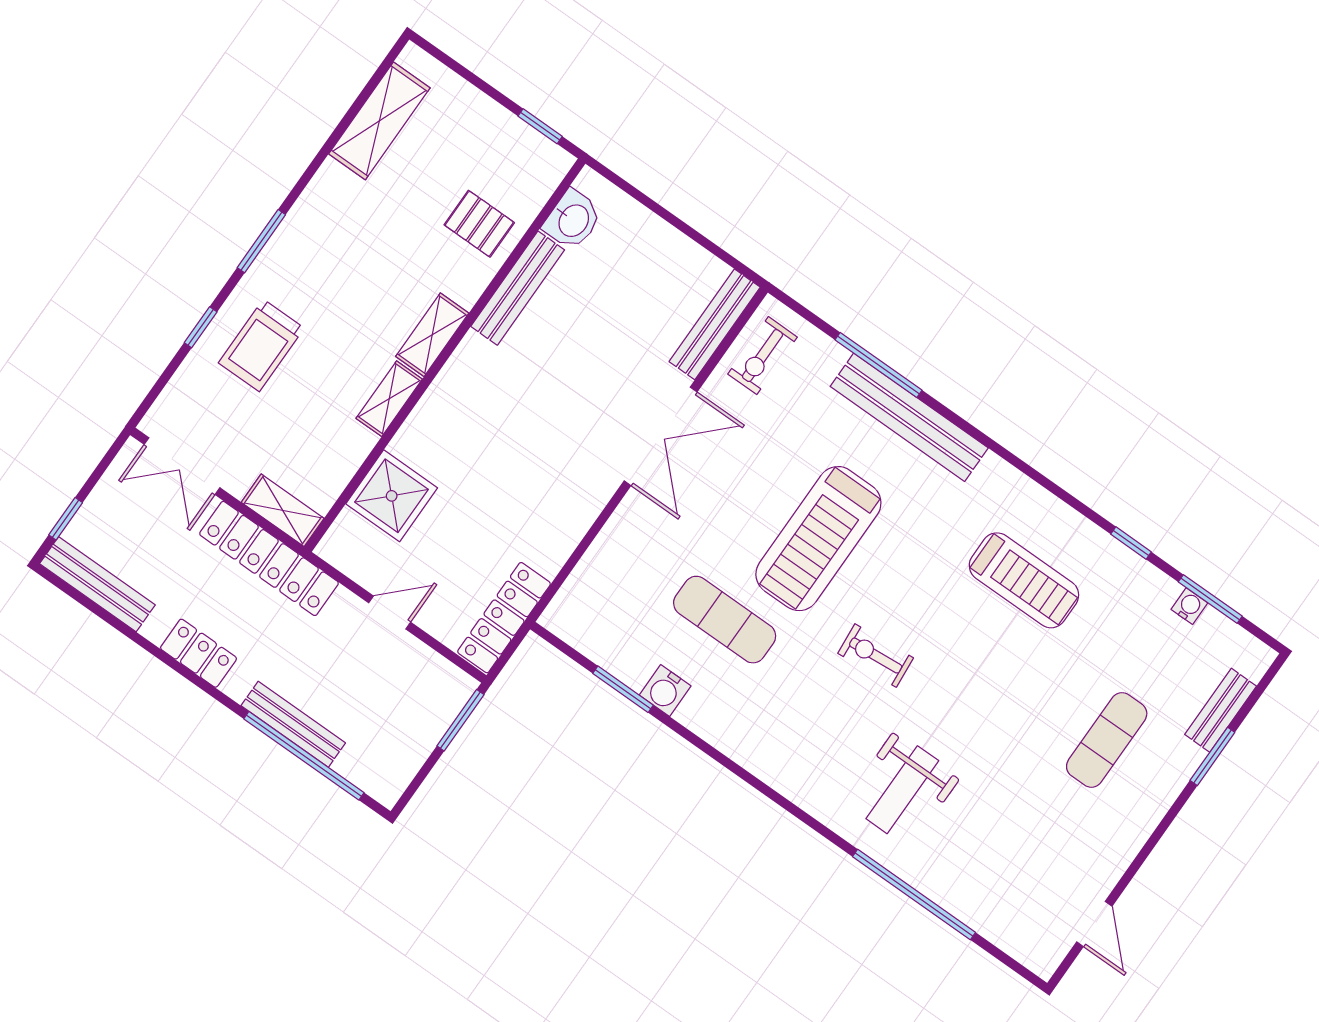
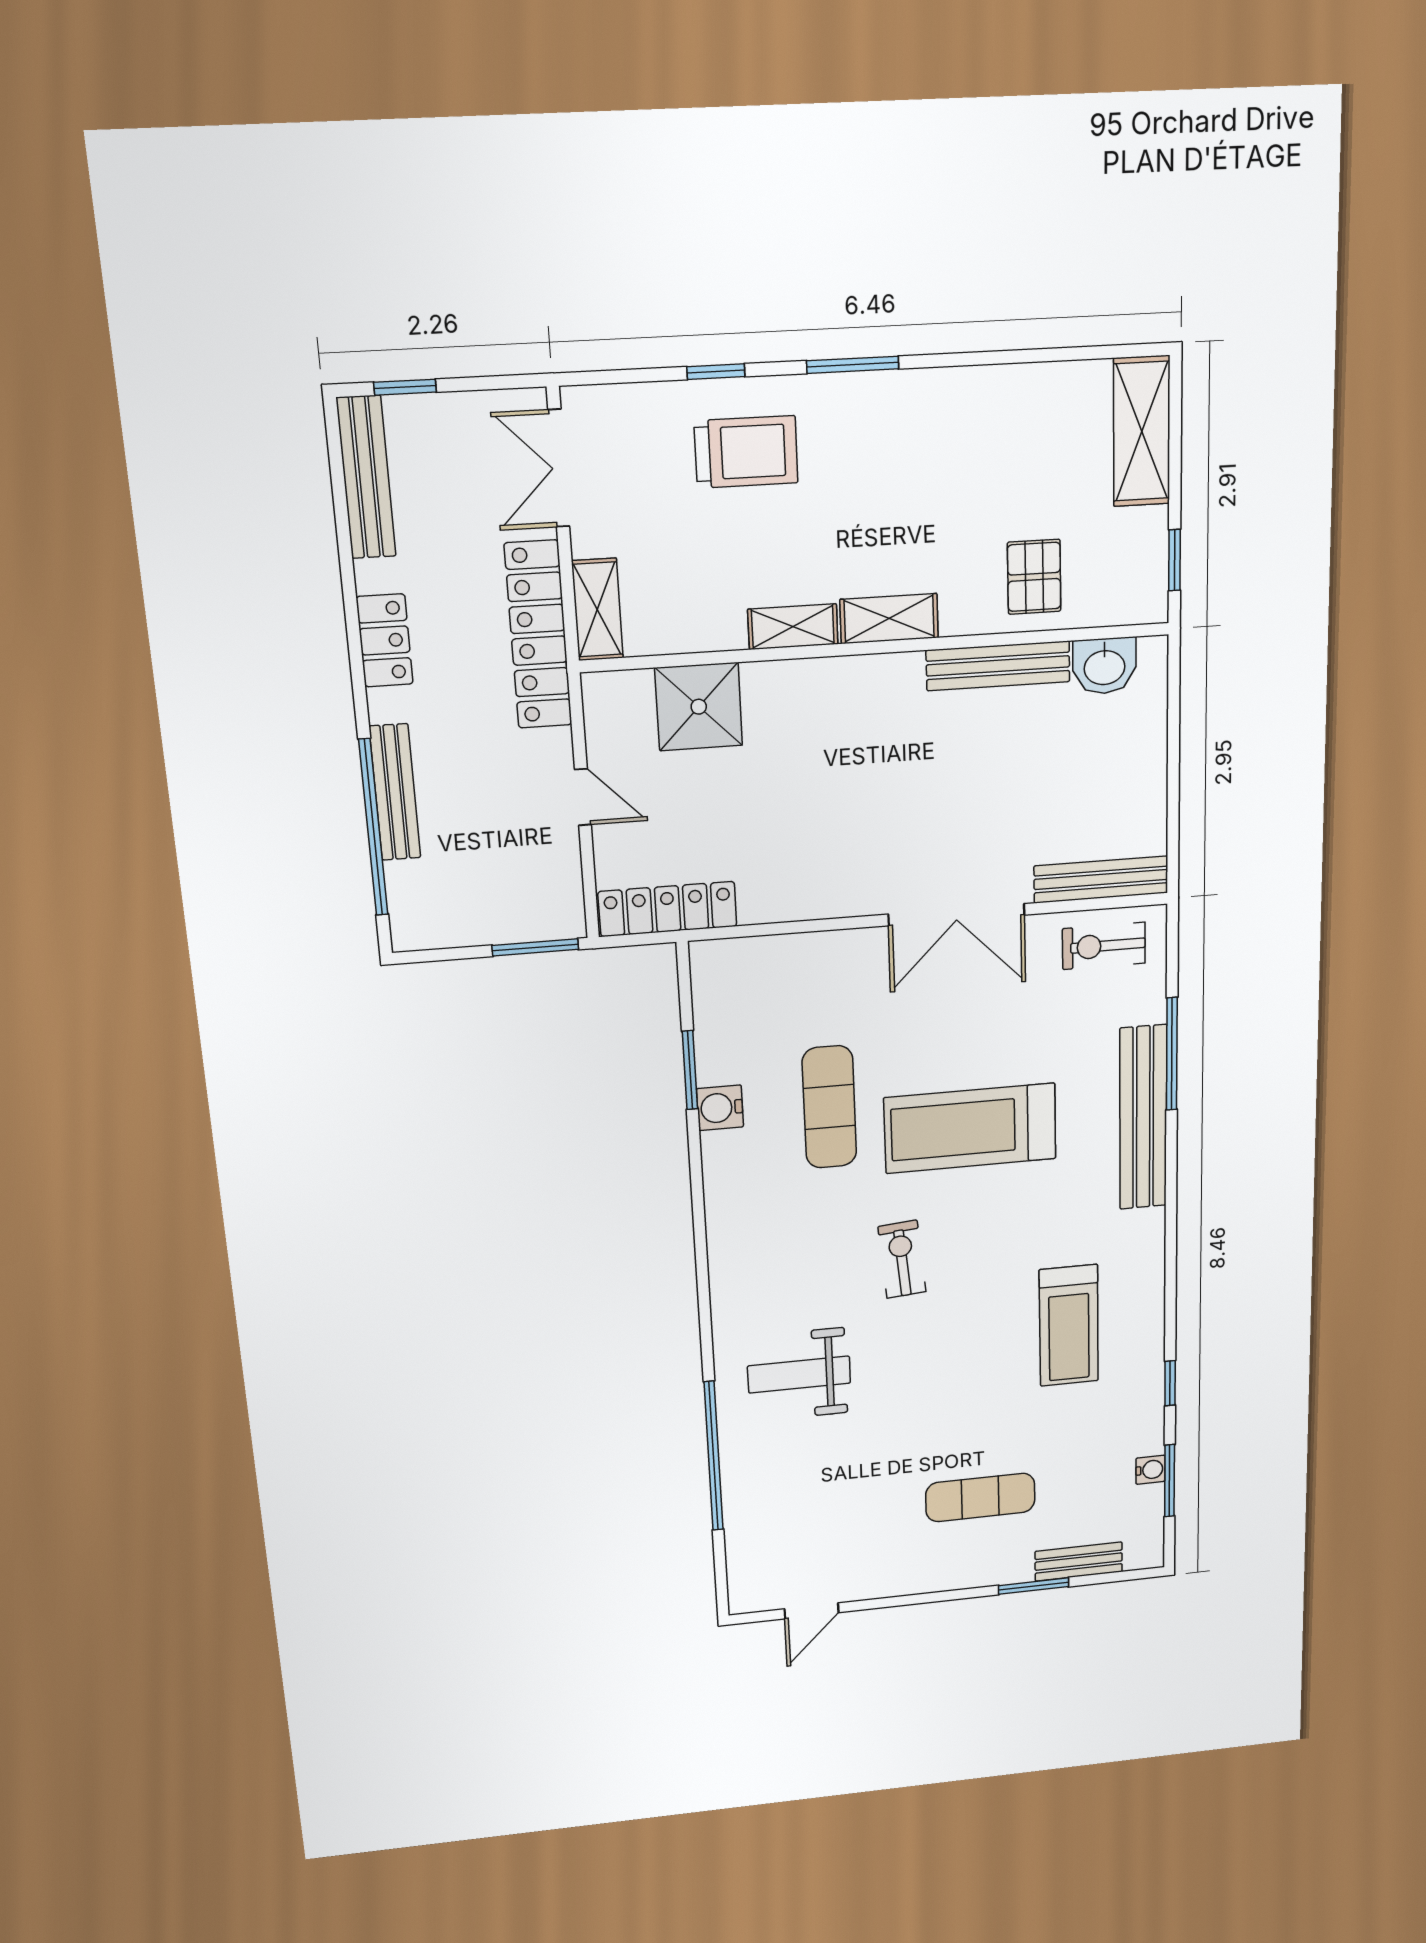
shelving: (379, 121) -> (1142, 431), moved, turned 90
trolley: (261, 346) -> (746, 452), turned 180

